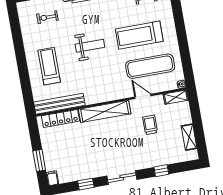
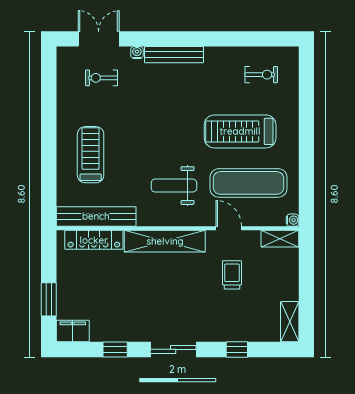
weight bench: (90, 46) -> (174, 186), moved, turned 180
shelving: (189, 137) -> (290, 322), moved
filing cabinet: (52, 178) -> (73, 331), width x2.00

